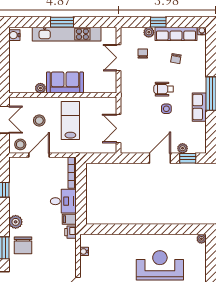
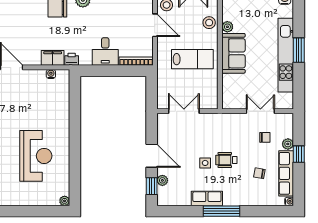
wheelchair: (164, 89) -> (226, 160), turned -90
stool: (39, 121) -> (209, 23), moved
filing cabinet: (69, 219) -> (53, 58), moved, width x2.00

